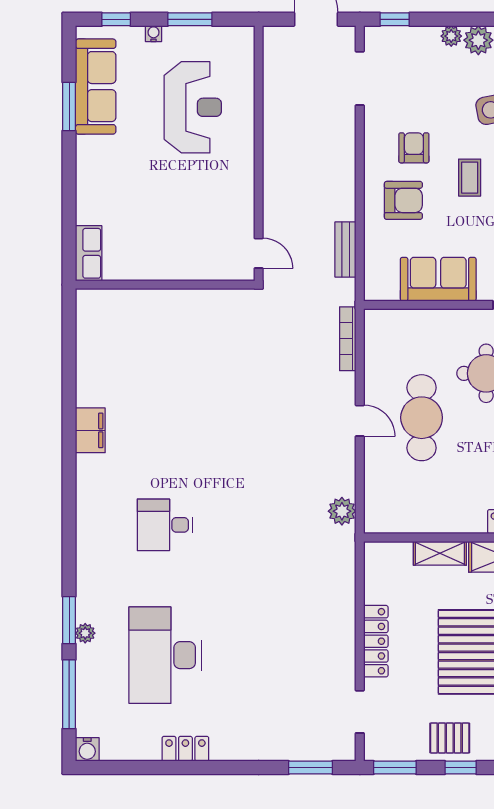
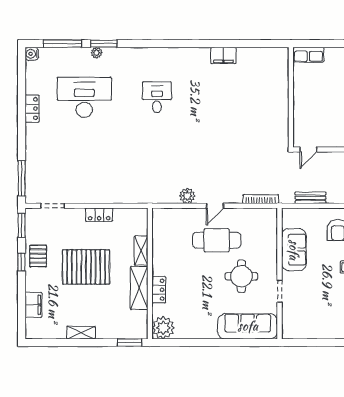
filing cabinet: (90, 430) -> (223, 56), moved
plant: (342, 511) -> (187, 196), moved
locker: (376, 641) -> (99, 215), width x0.66
window: (310, 768) -> (22, 178), width x1.44

